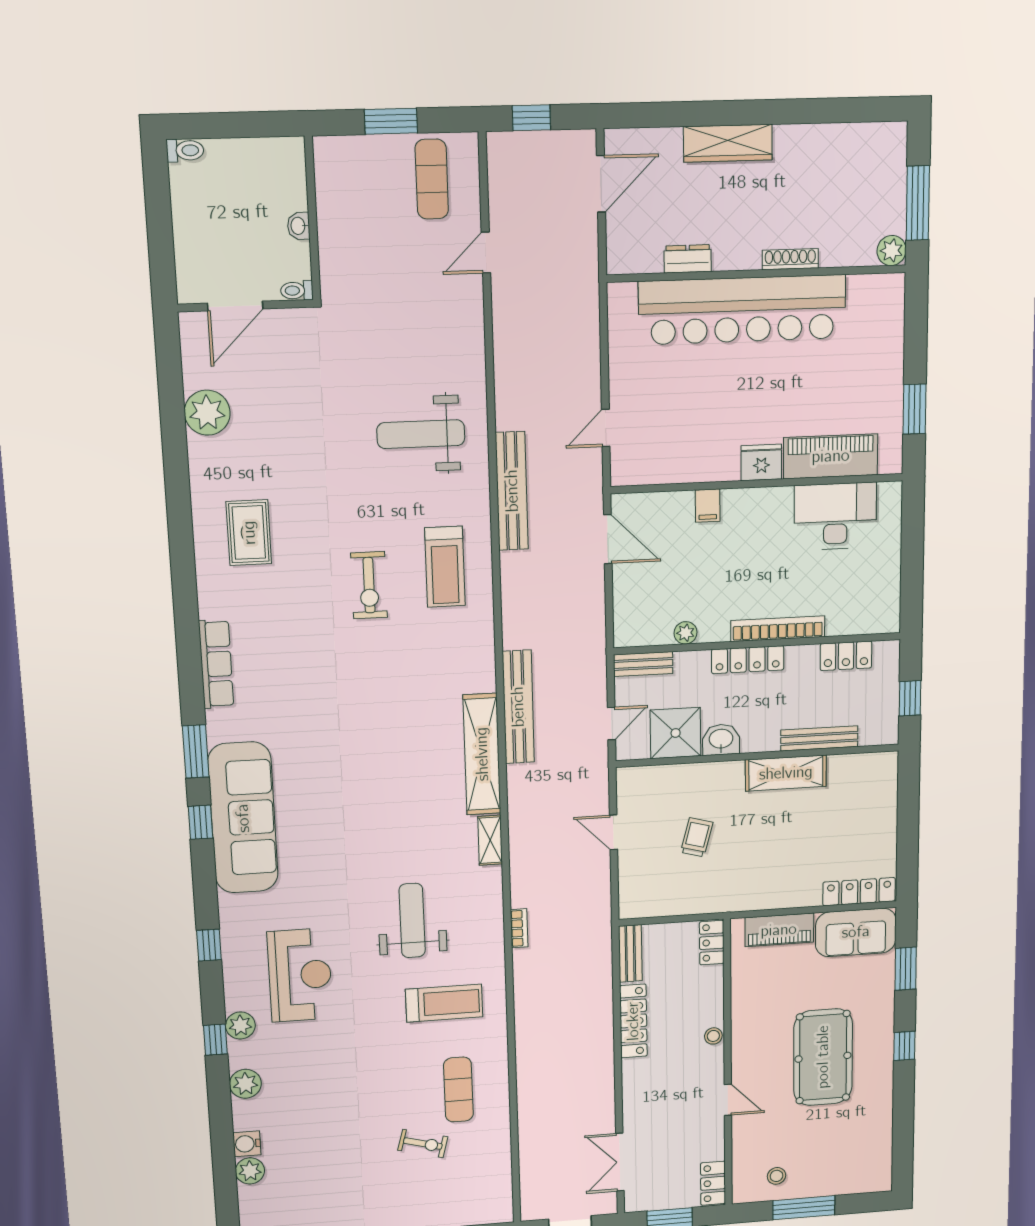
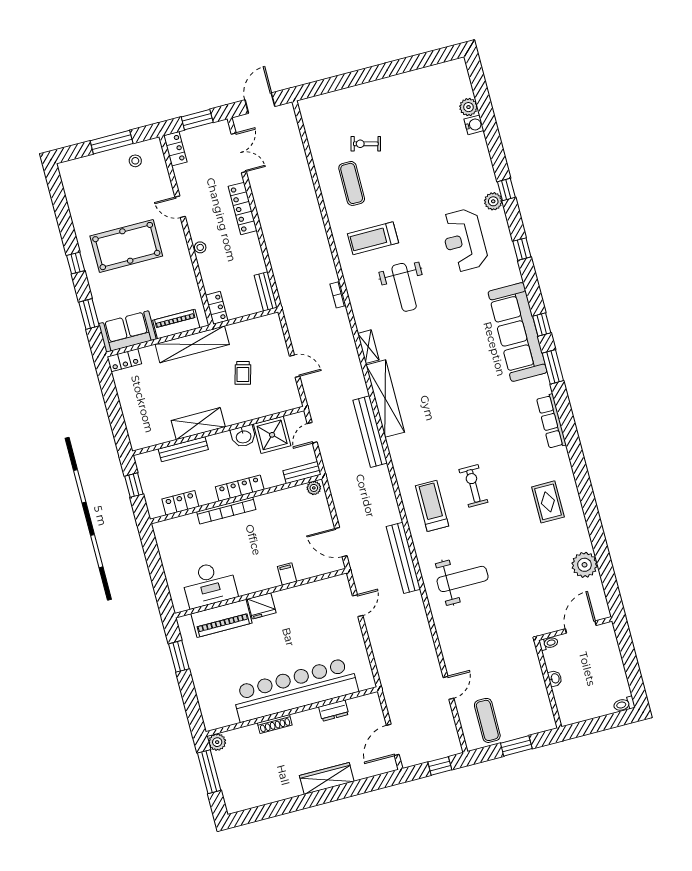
plant: (686, 633) -> (314, 488), moved
locker: (859, 892) -> (124, 360), width x0.66
shelving: (763, 895) -> (192, 344), added
locker: (633, 1021) -> (243, 208), moved
pool table: (823, 1057) -> (126, 246), turned 90
plant: (245, 1084) -> (483, 164), removed

